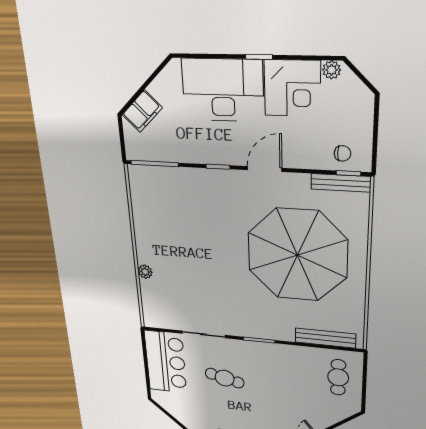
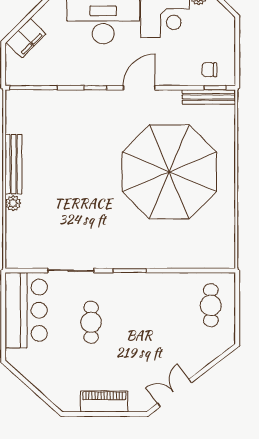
chair: (342, 153) -> (209, 70), turned 180
bench: (325, 338) -> (14, 164), moved, turned 90
cafe table: (225, 378) -> (91, 322), turned 76

